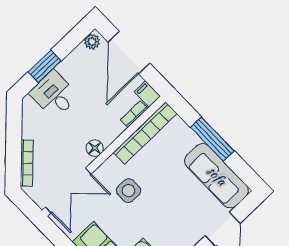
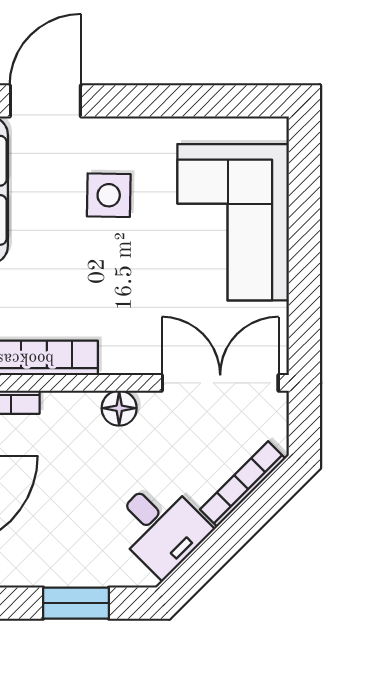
desk: (54, 95) -> (160, 527), moved, turned -45
side table: (129, 191) -> (109, 195), moved

